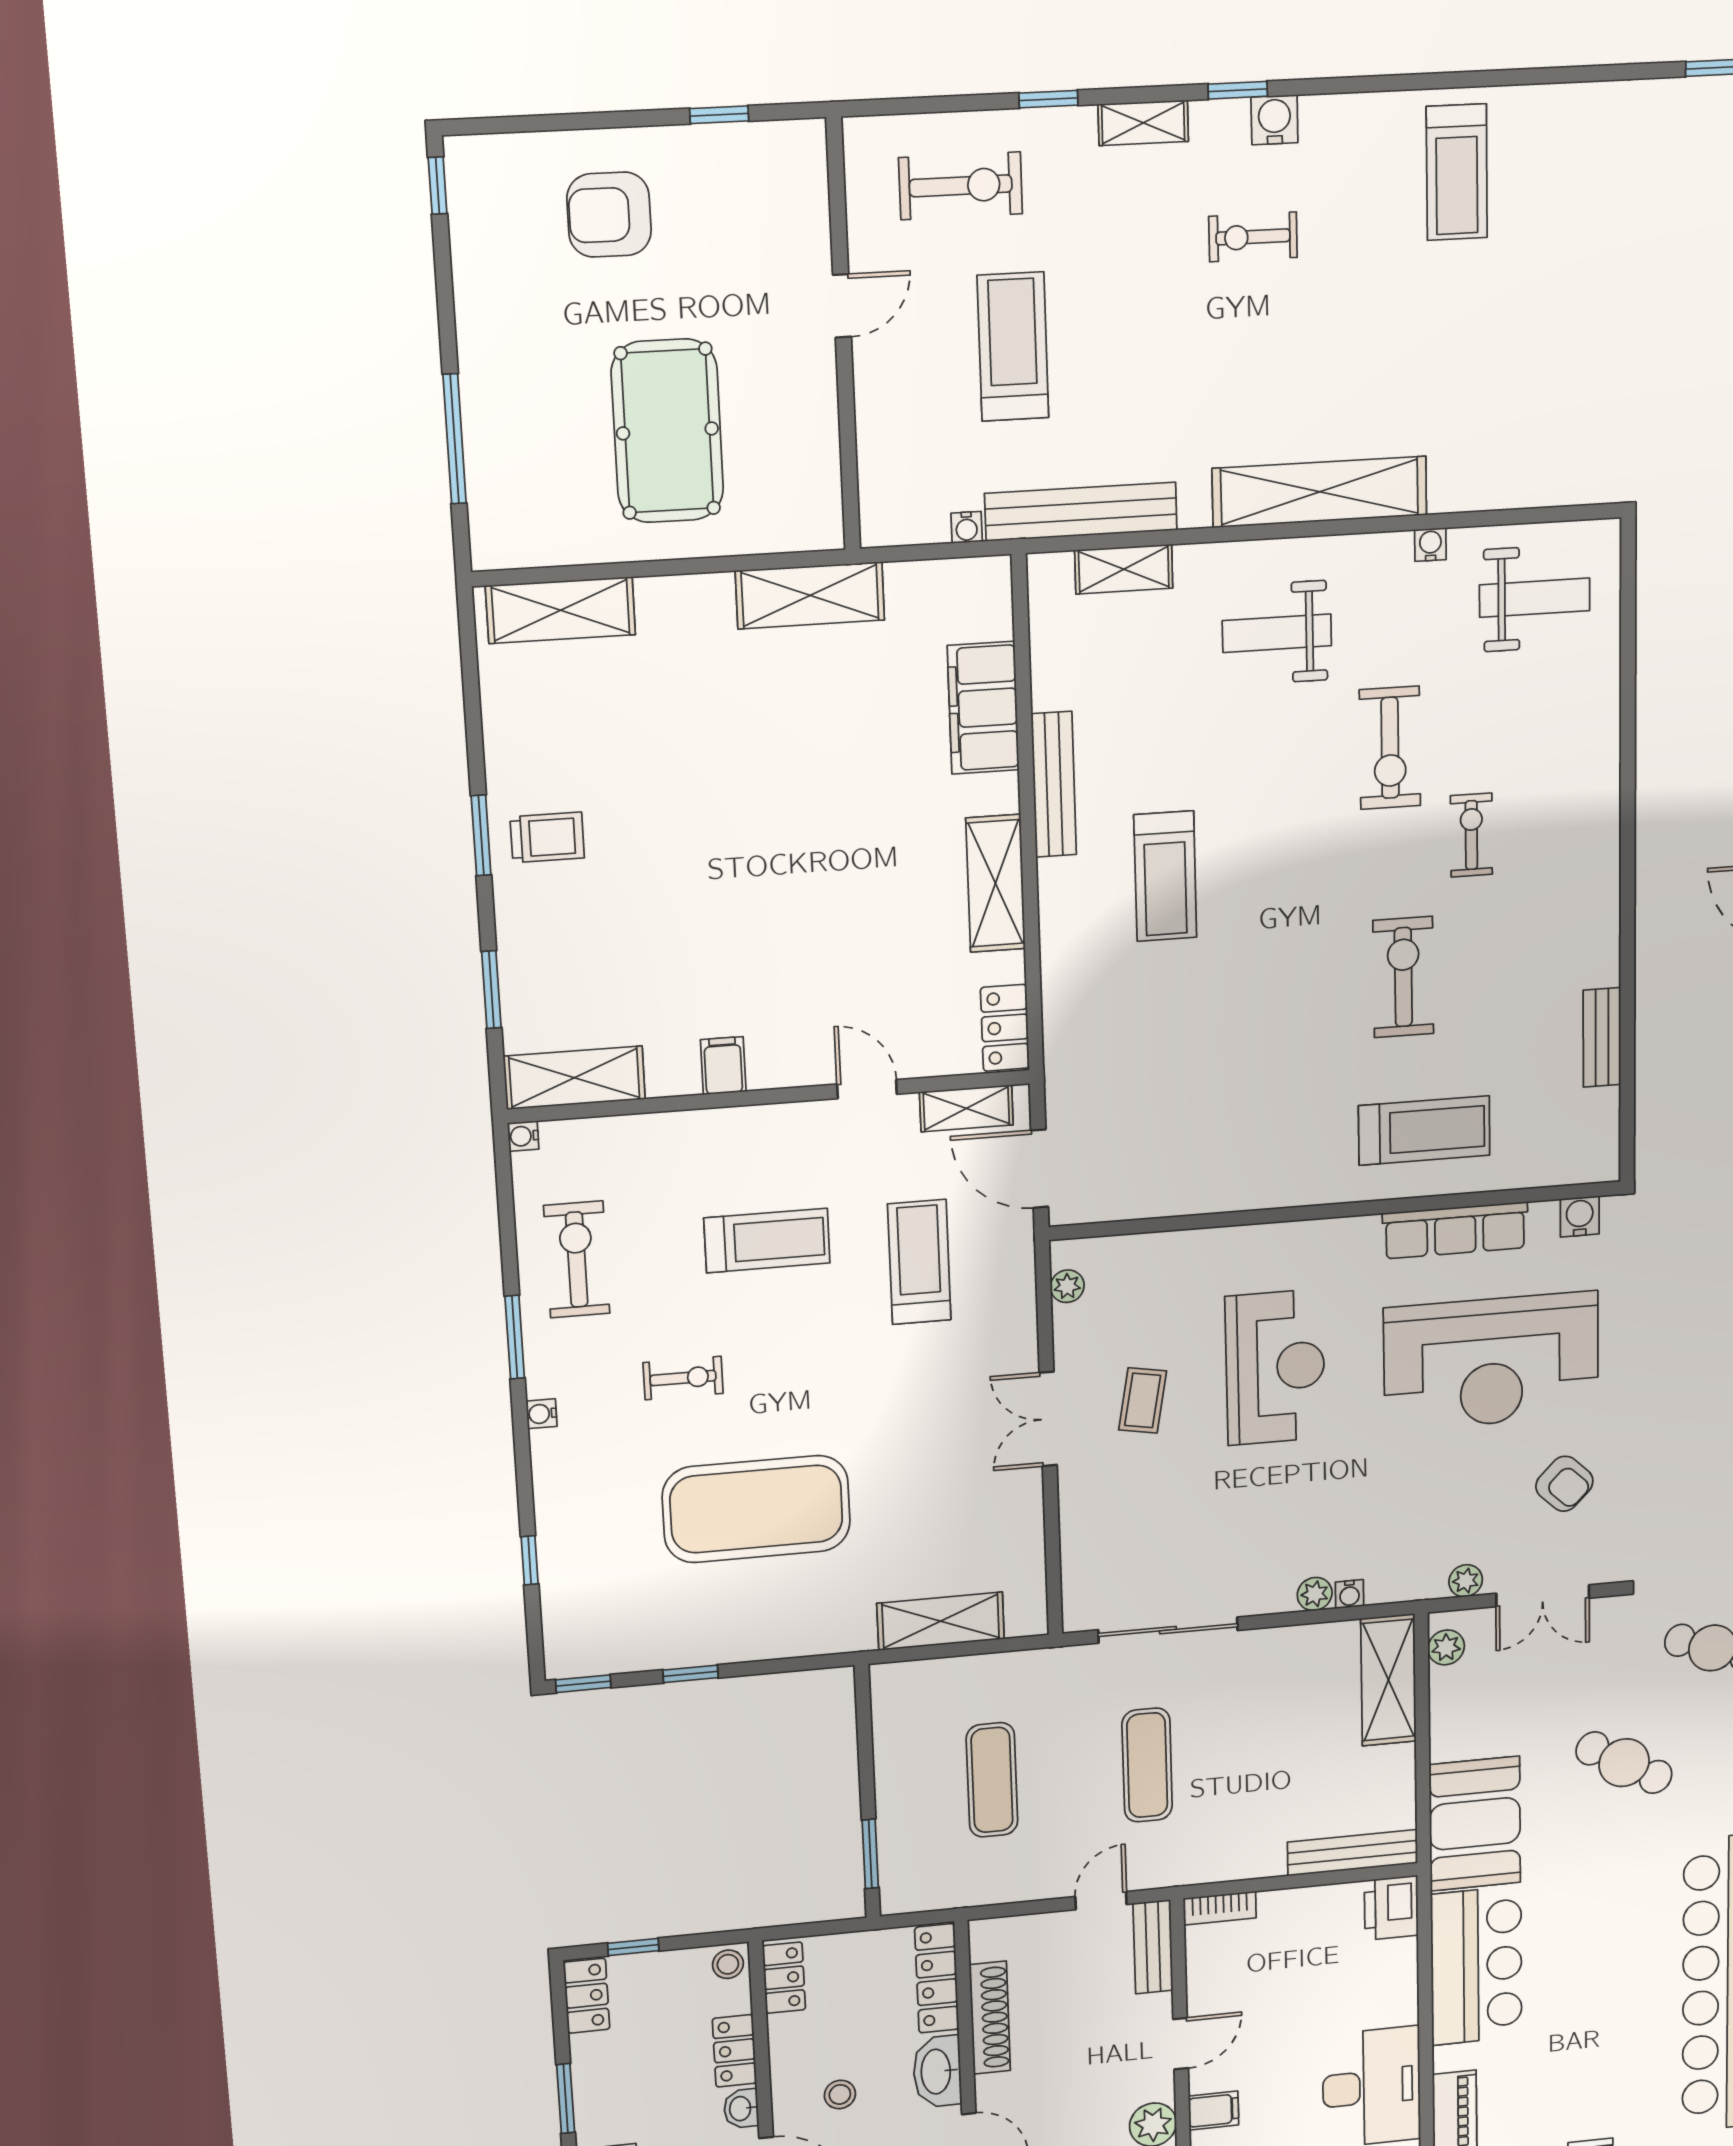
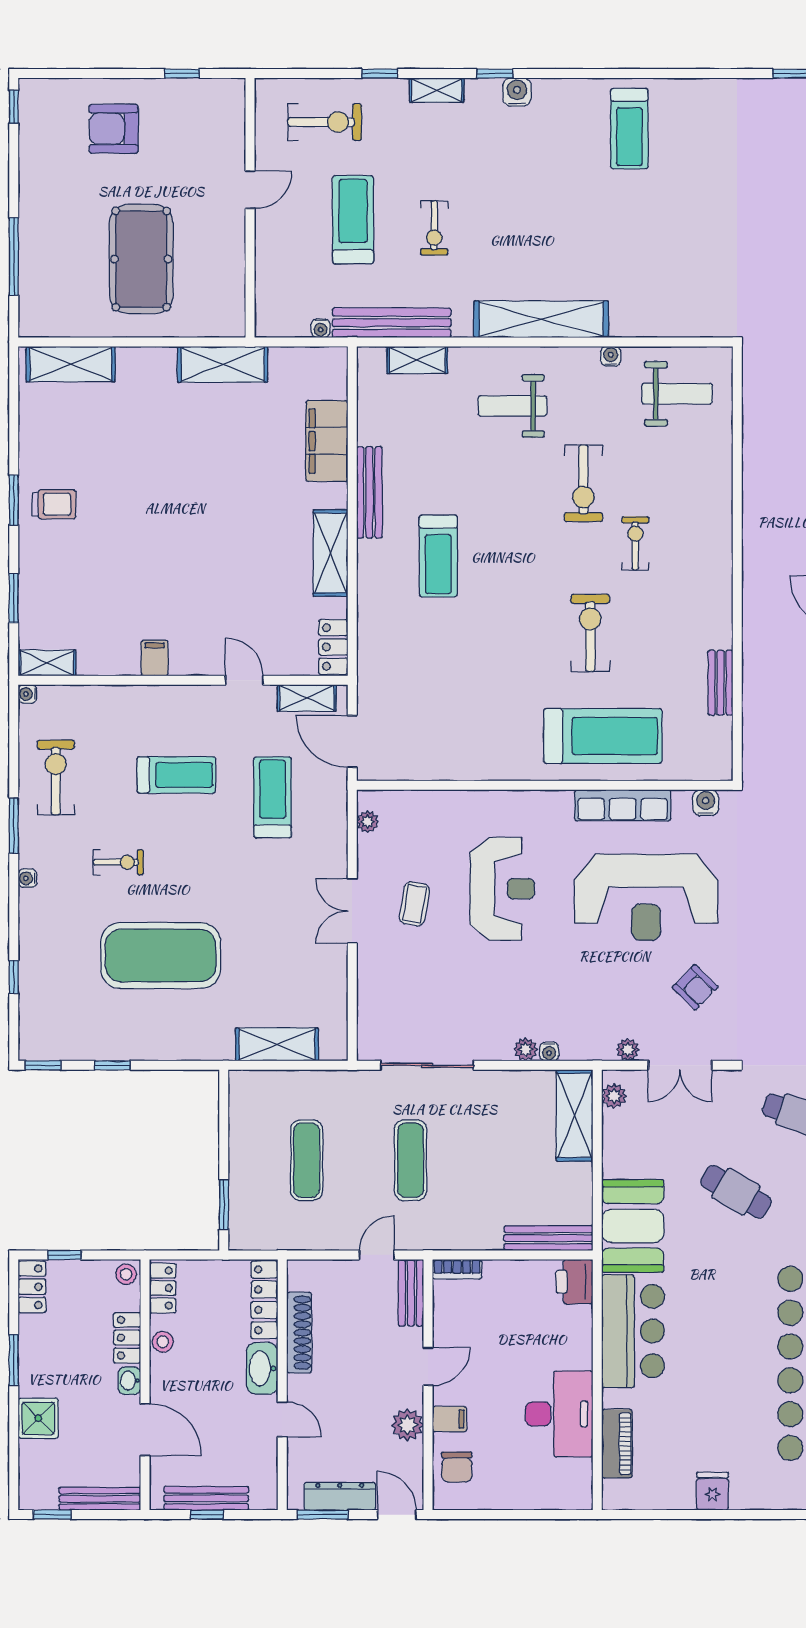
exercise bike: (1253, 237) -> (434, 228), moved, turned -90
shelving: (574, 1078) -> (47, 663), width x0.67, depth x0.75
treadmill: (1424, 1130) -> (603, 736), width x1.37, depth x1.37
stool: (840, 2094) -> (163, 1342), moved

